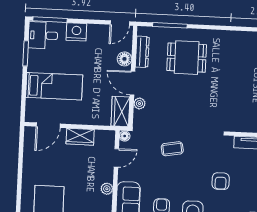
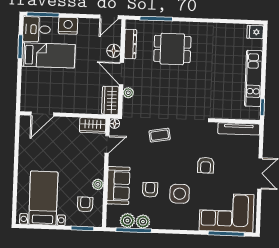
bed: (54, 86) -> (48, 55), moved
wardrobe: (80, 137) -> (93, 125), moved
plant: (107, 189) -> (98, 184), moved

